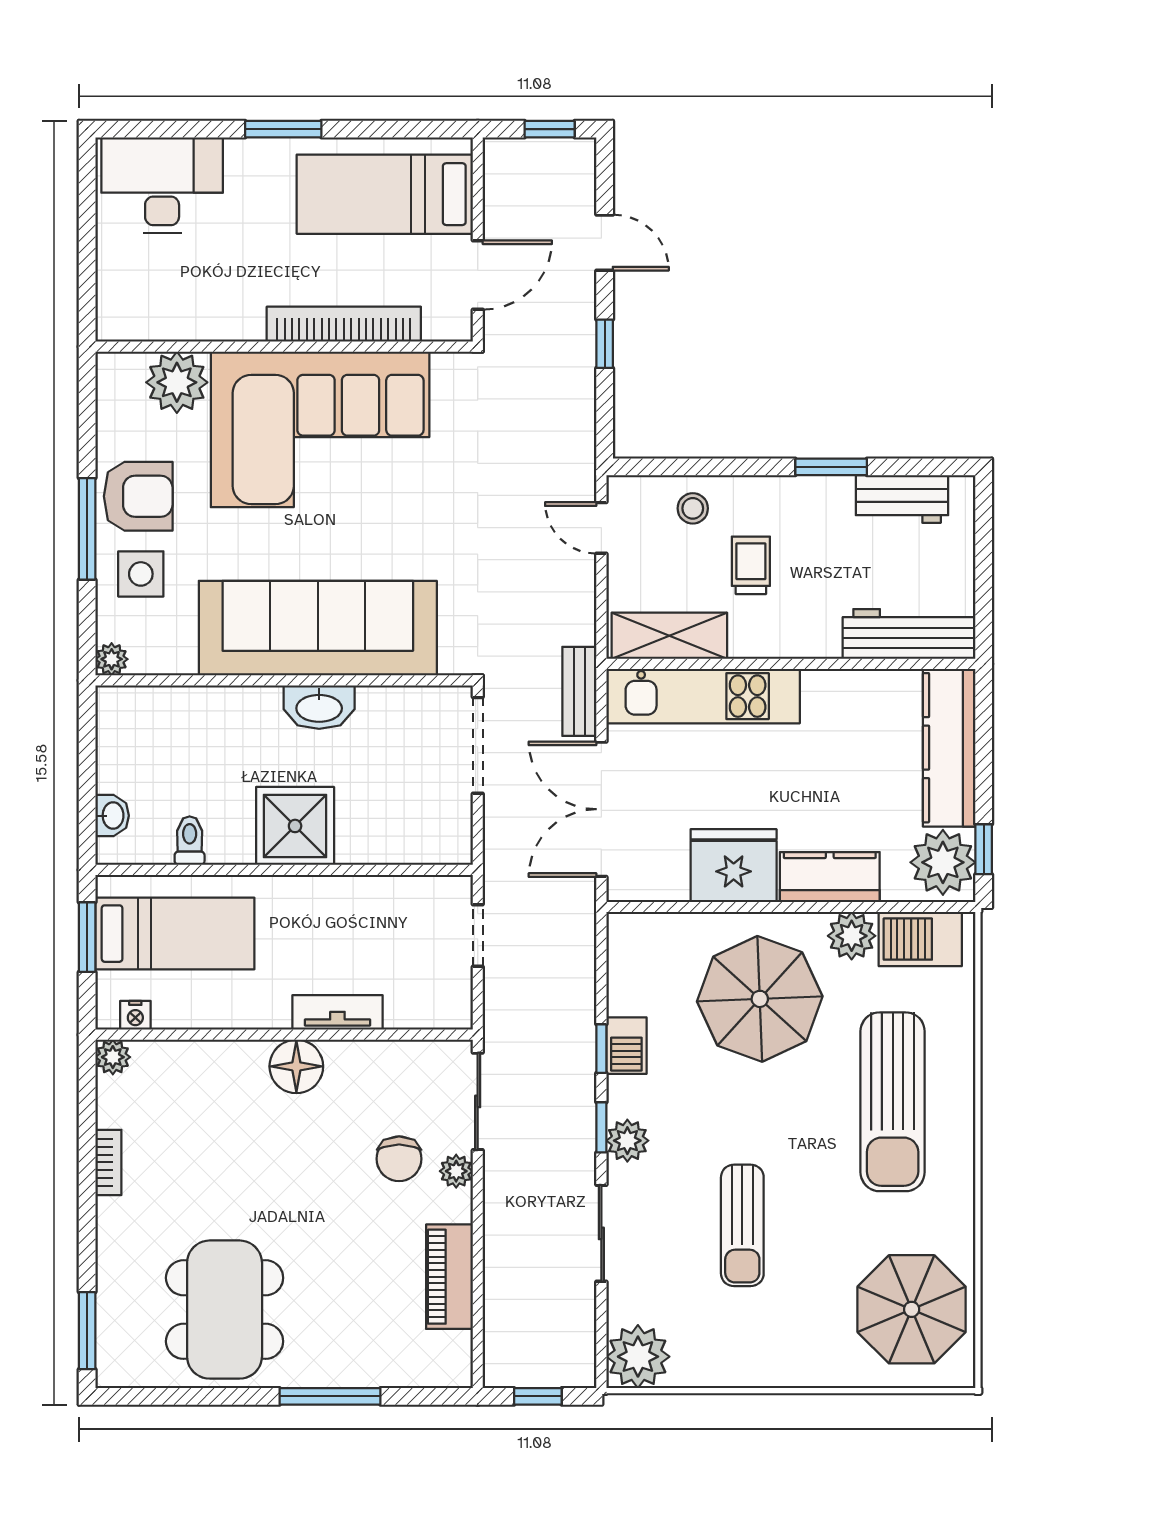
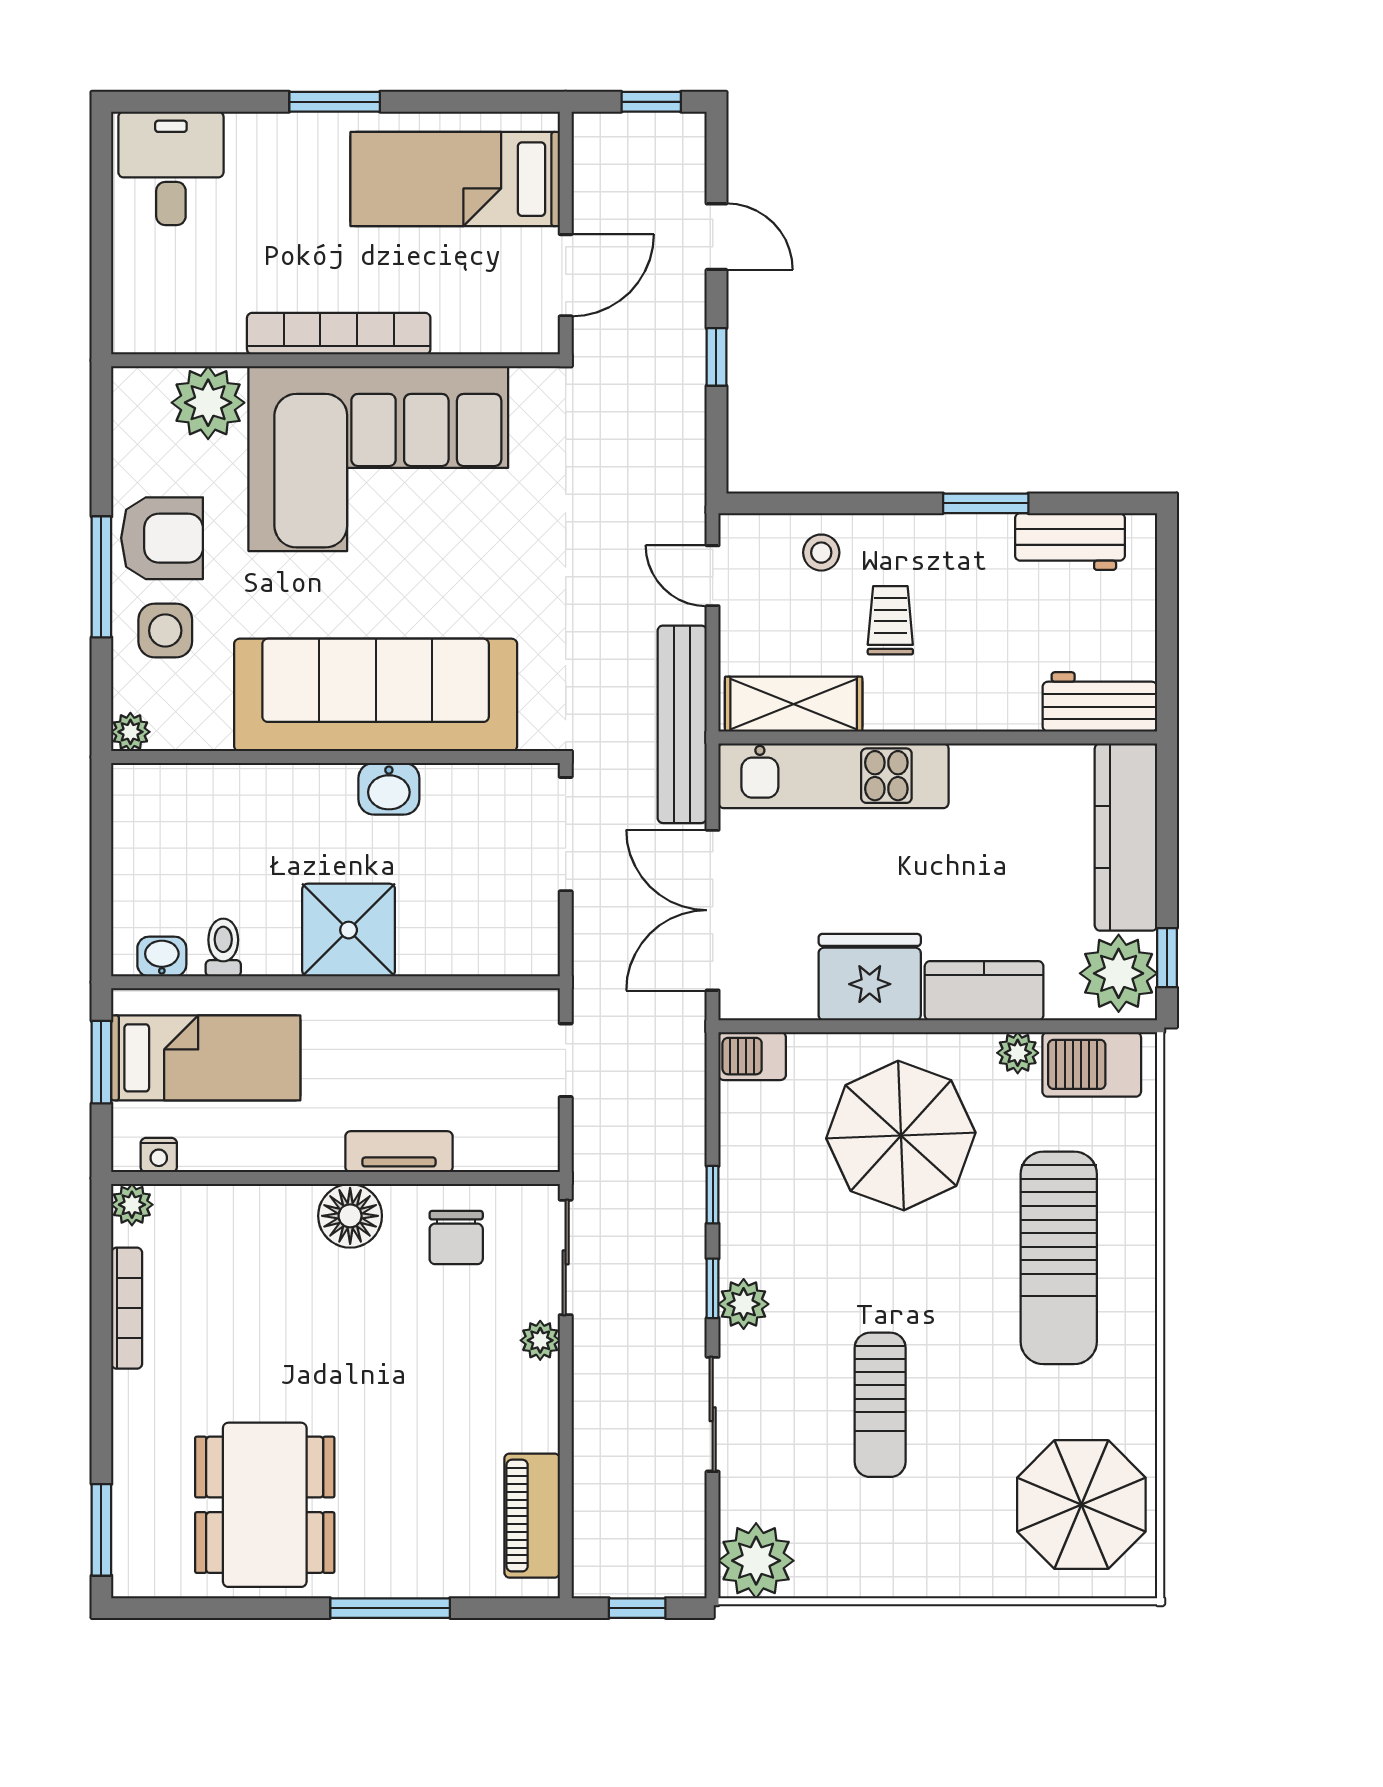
desk: (162, 185) -> (171, 168), width x0.73
bookcase: (344, 324) -> (339, 334), moved
workbench: (909, 634) -> (1100, 702), width x0.73
bench: (579, 691) -> (682, 724), width x1.86, depth x1.21
washbasin: (319, 707) -> (389, 789), width x0.72
washbasin: (112, 816) -> (162, 956), moved, turned -90
plant: (852, 936) -> (1018, 1053), width x0.73, depth x0.73
barbecue: (626, 1046) -> (752, 1056), moved, turned 90
chair: (399, 1159) -> (456, 1238), moved
bookcase: (108, 1162) -> (127, 1308), width x1.56
piano: (449, 1277) -> (532, 1516), moved

